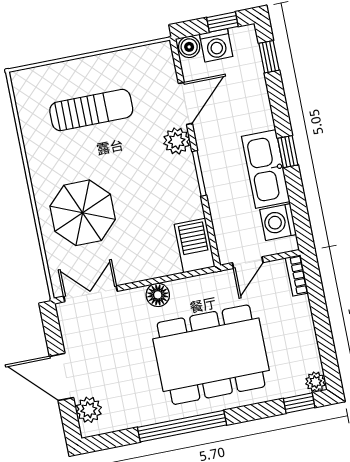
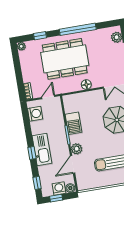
window: (288, 152) -> (32, 153), moved
kitchen sink: (266, 169) -> (42, 149), moved
barbecue: (195, 246) -> (73, 123), moved
window: (299, 403) -> (40, 36), moved

